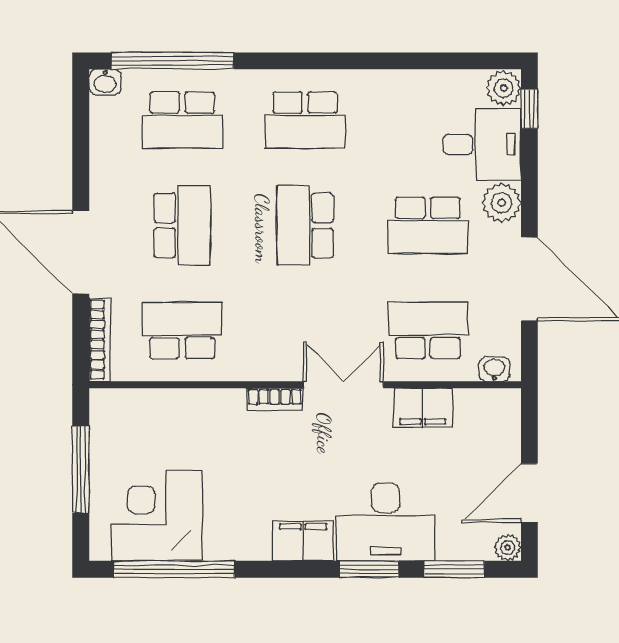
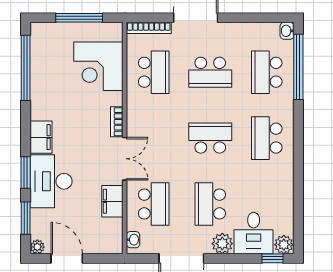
corner desk: (157, 515) -> (98, 66), moved, turned 180

